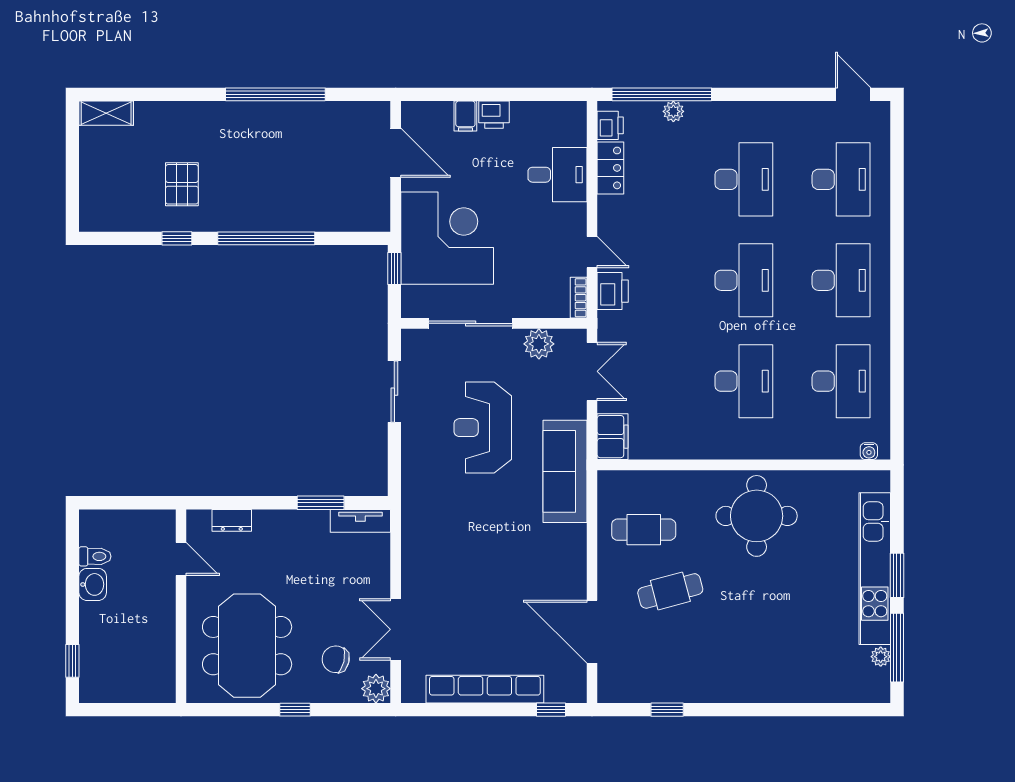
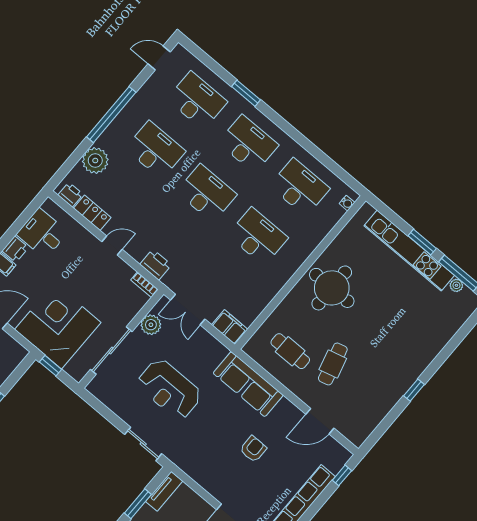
window: (662, 94) -> (111, 115), moved
plant: (673, 111) -> (95, 161), width x1.88, depth x1.88
desk: (557, 175) -> (42, 233), moved, turned -90
window: (897, 228) -> (246, 93), added
door: (592, 252) -> (112, 246), moved
double door: (592, 371) -> (188, 310), swing flipped
sliding door: (394, 392) -> (143, 444), moved
sofa: (565, 471) -> (248, 384), moved
cafe table: (644, 530) -> (290, 351), turned 90
armchair: (495, 582) -> (253, 449), added
door: (592, 632) -> (320, 421), width x0.73
window: (667, 710) -> (414, 390), moved

